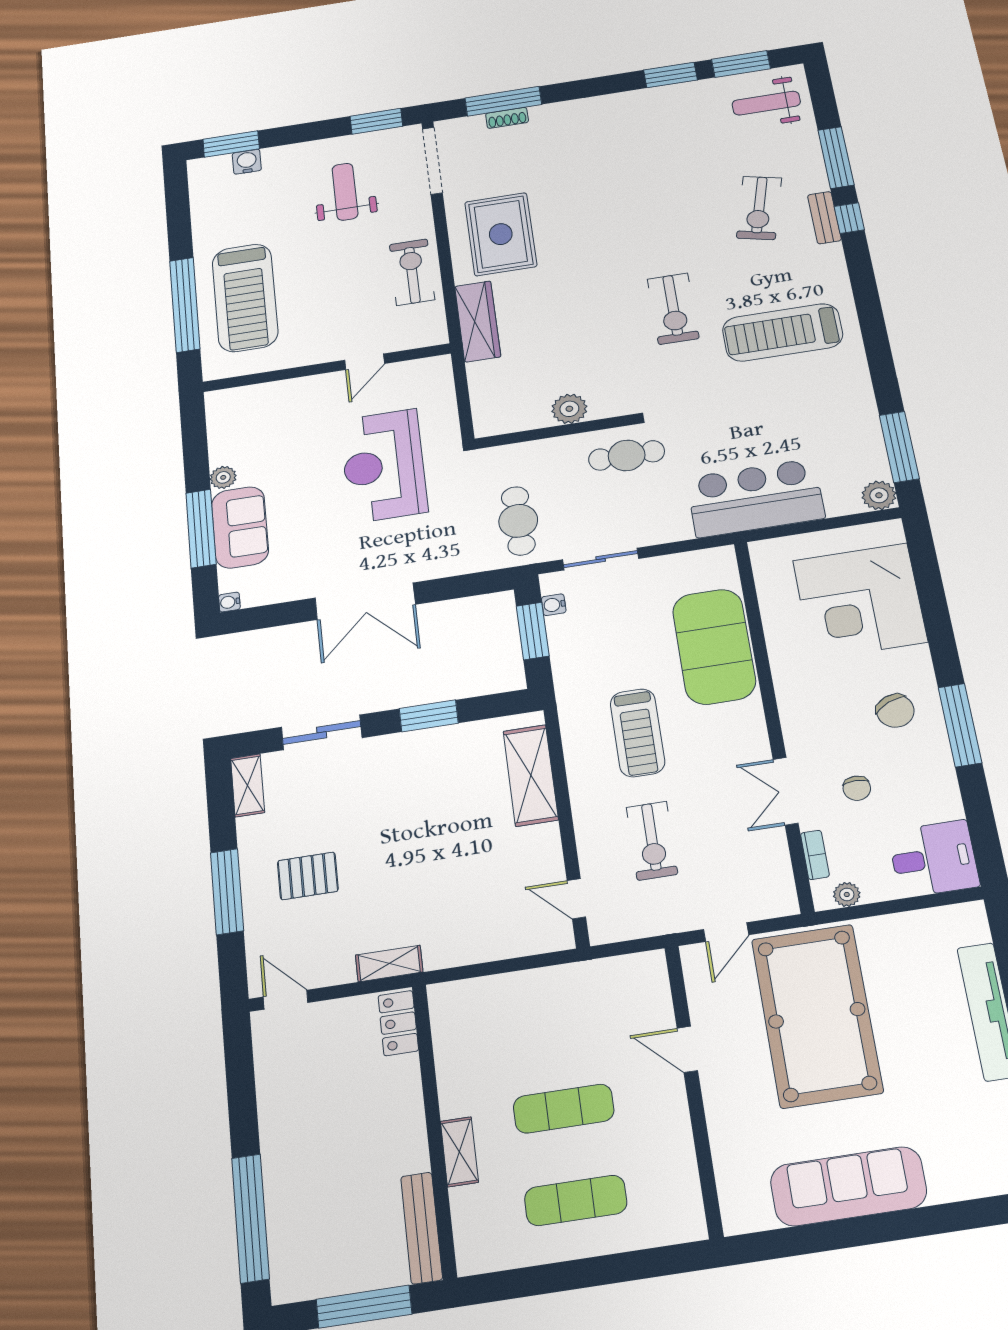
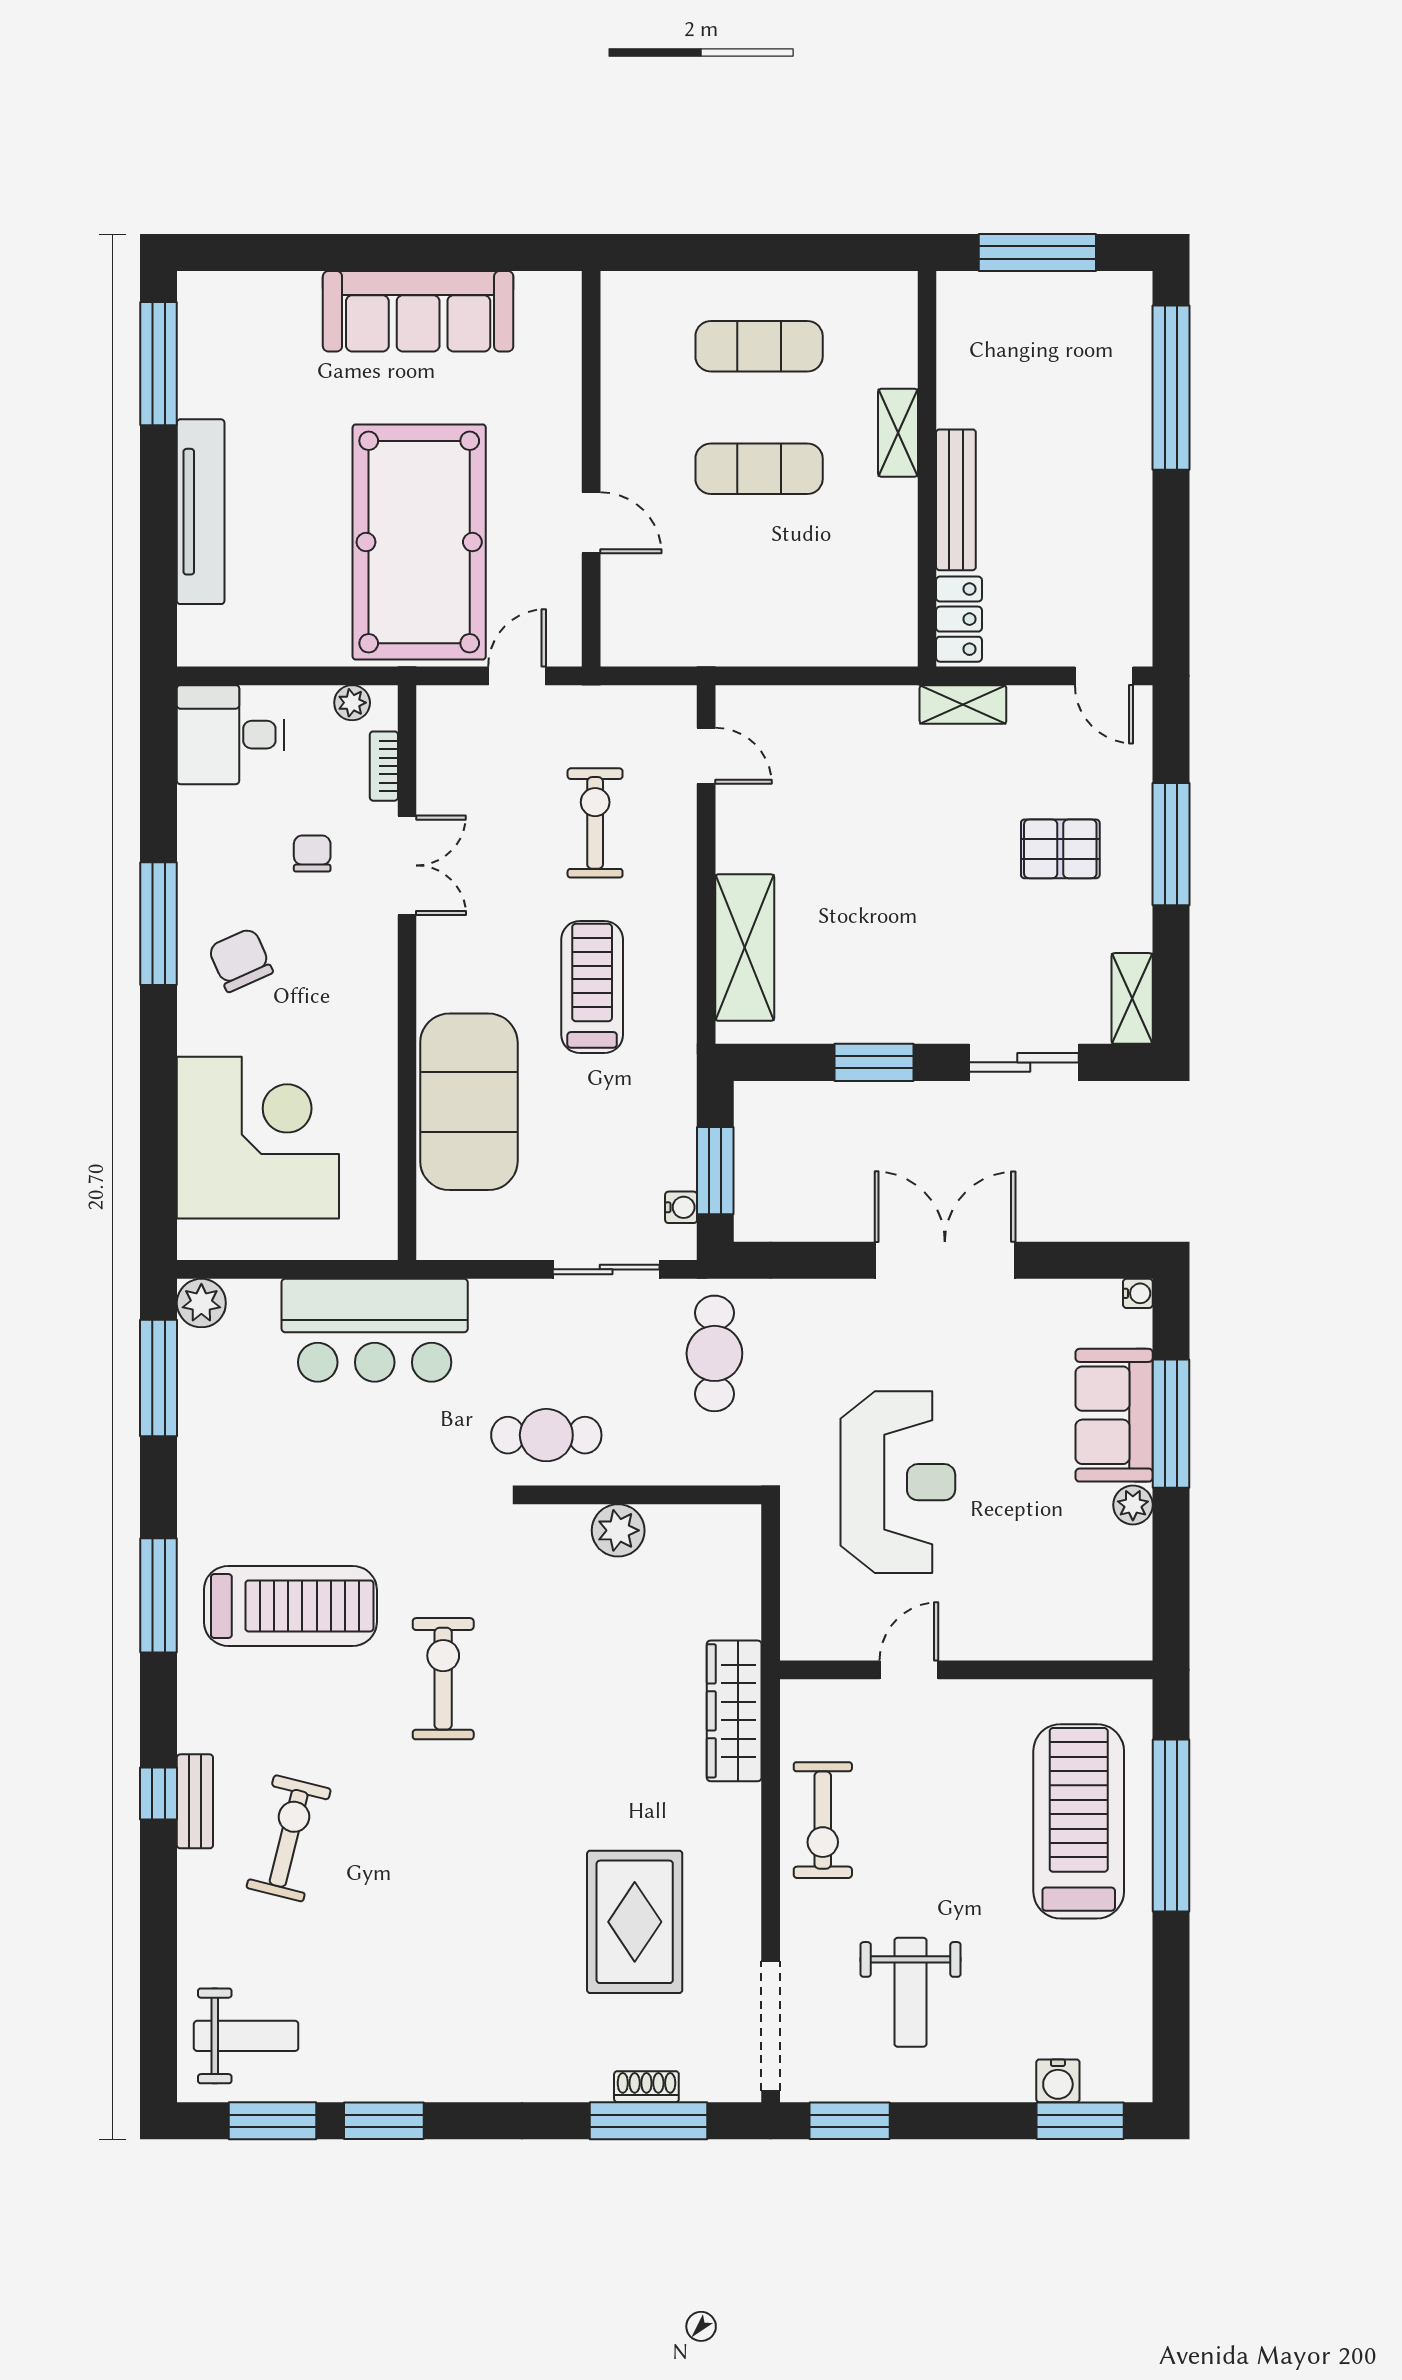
window: (836, 158) -> (159, 1595), moved
rug: (501, 234) -> (635, 1922), moved
bench: (422, 1228) -> (956, 500), moved

